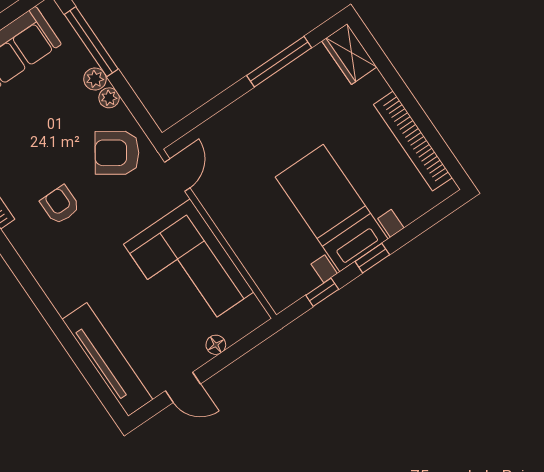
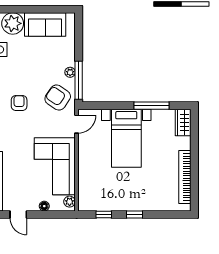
window: (91, 42) -> (79, 80), moved
plant: (95, 79) -> (70, 202), moved
bed with nightstands: (332, 208) -> (126, 138), moved, turned 180

